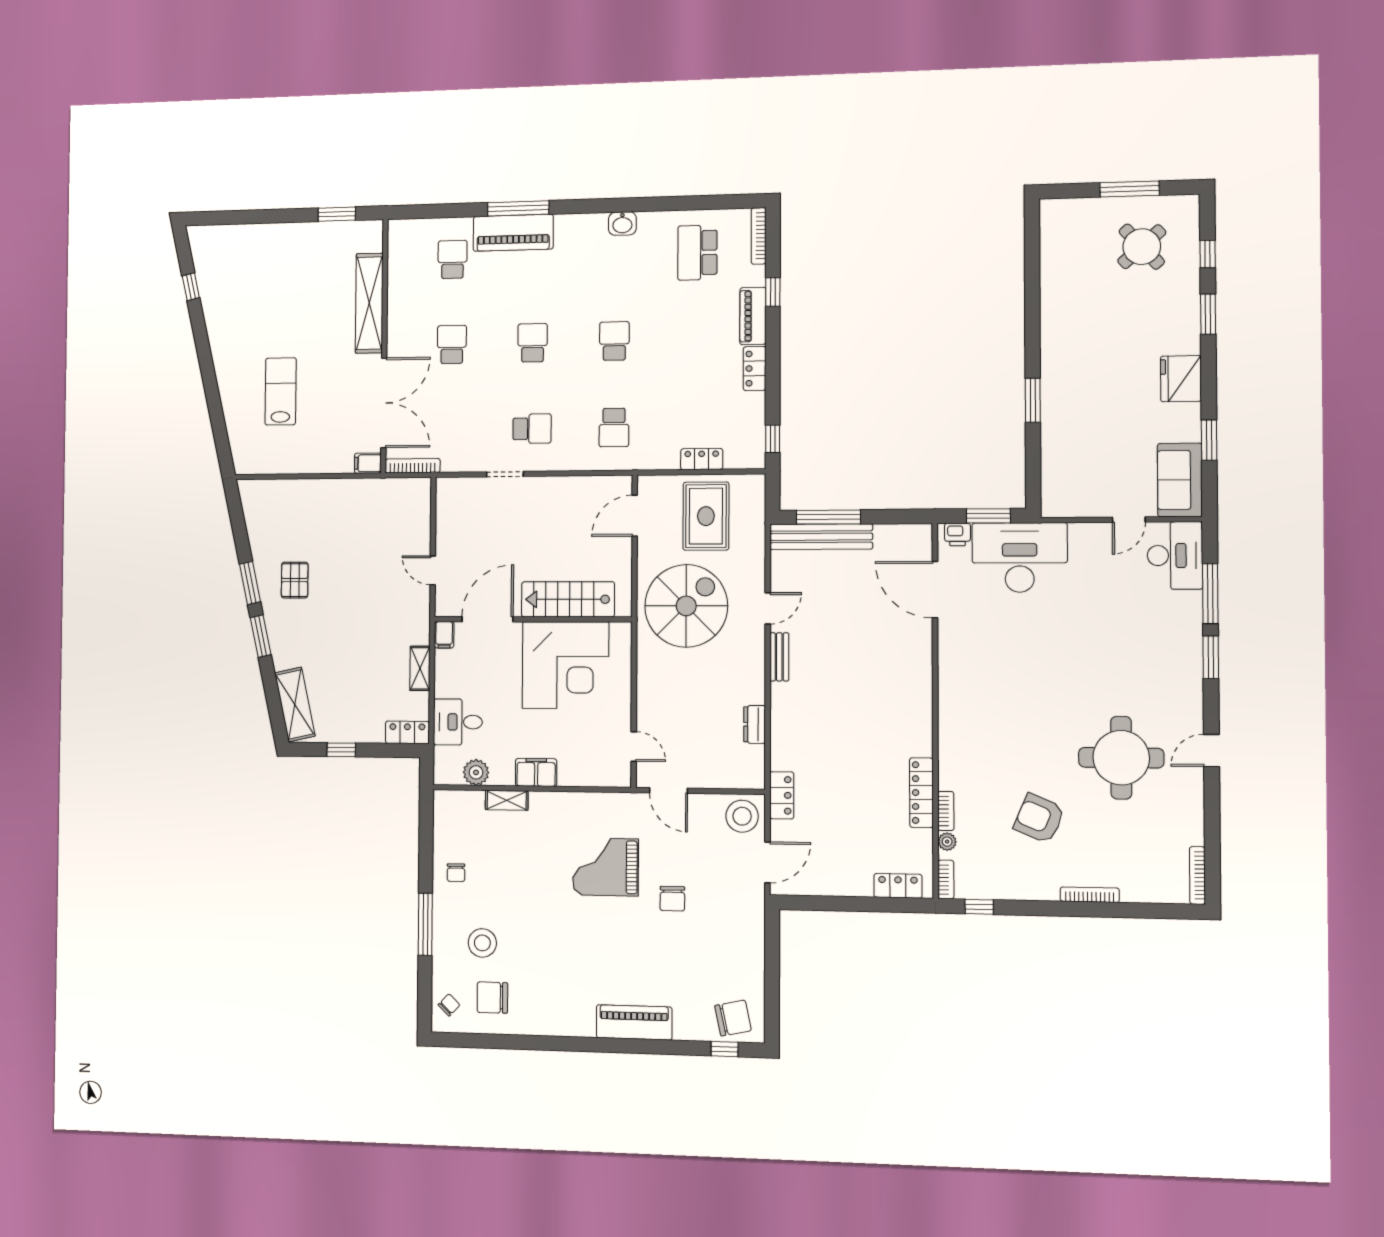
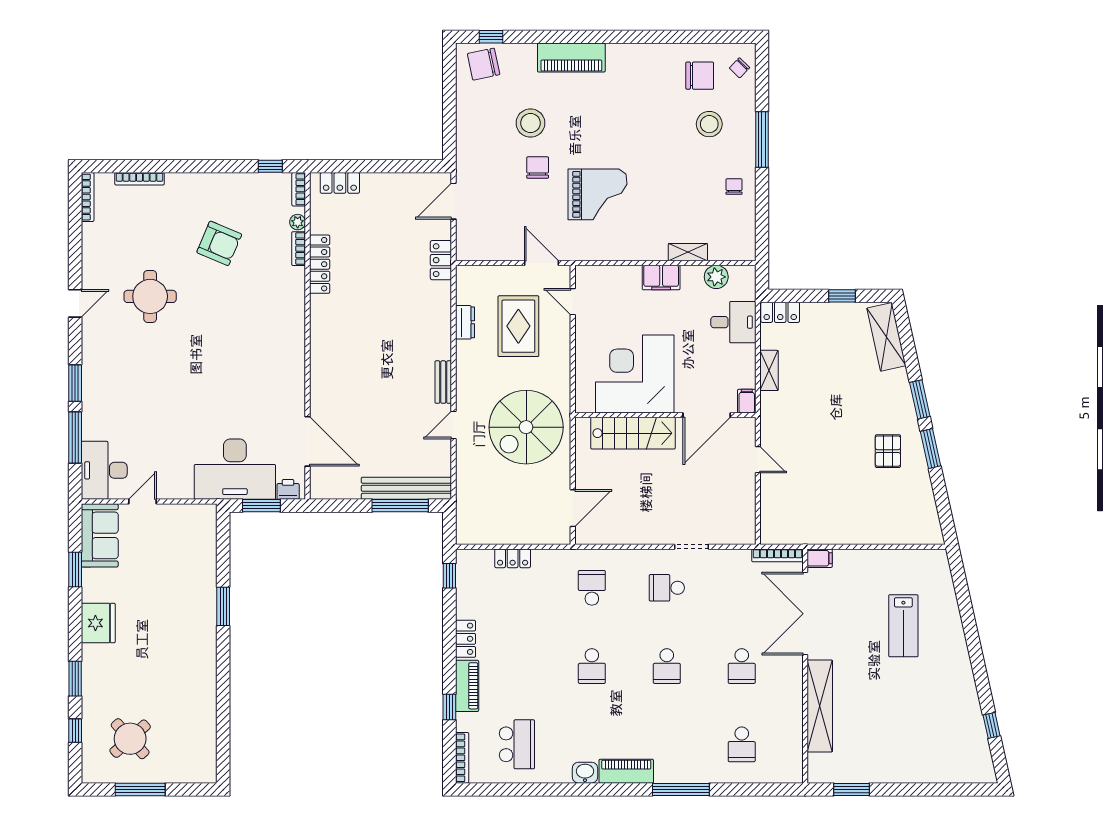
piano: (513, 233) -> (626, 771), moved, width x0.73, depth x0.75
rug: (706, 516) -> (518, 326), moved
round table: (1121, 758) -> (150, 296), width x0.73, depth x0.73
stool: (742, 816) -> (530, 123), moved
bookcase: (1090, 895) -> (140, 179), moved

